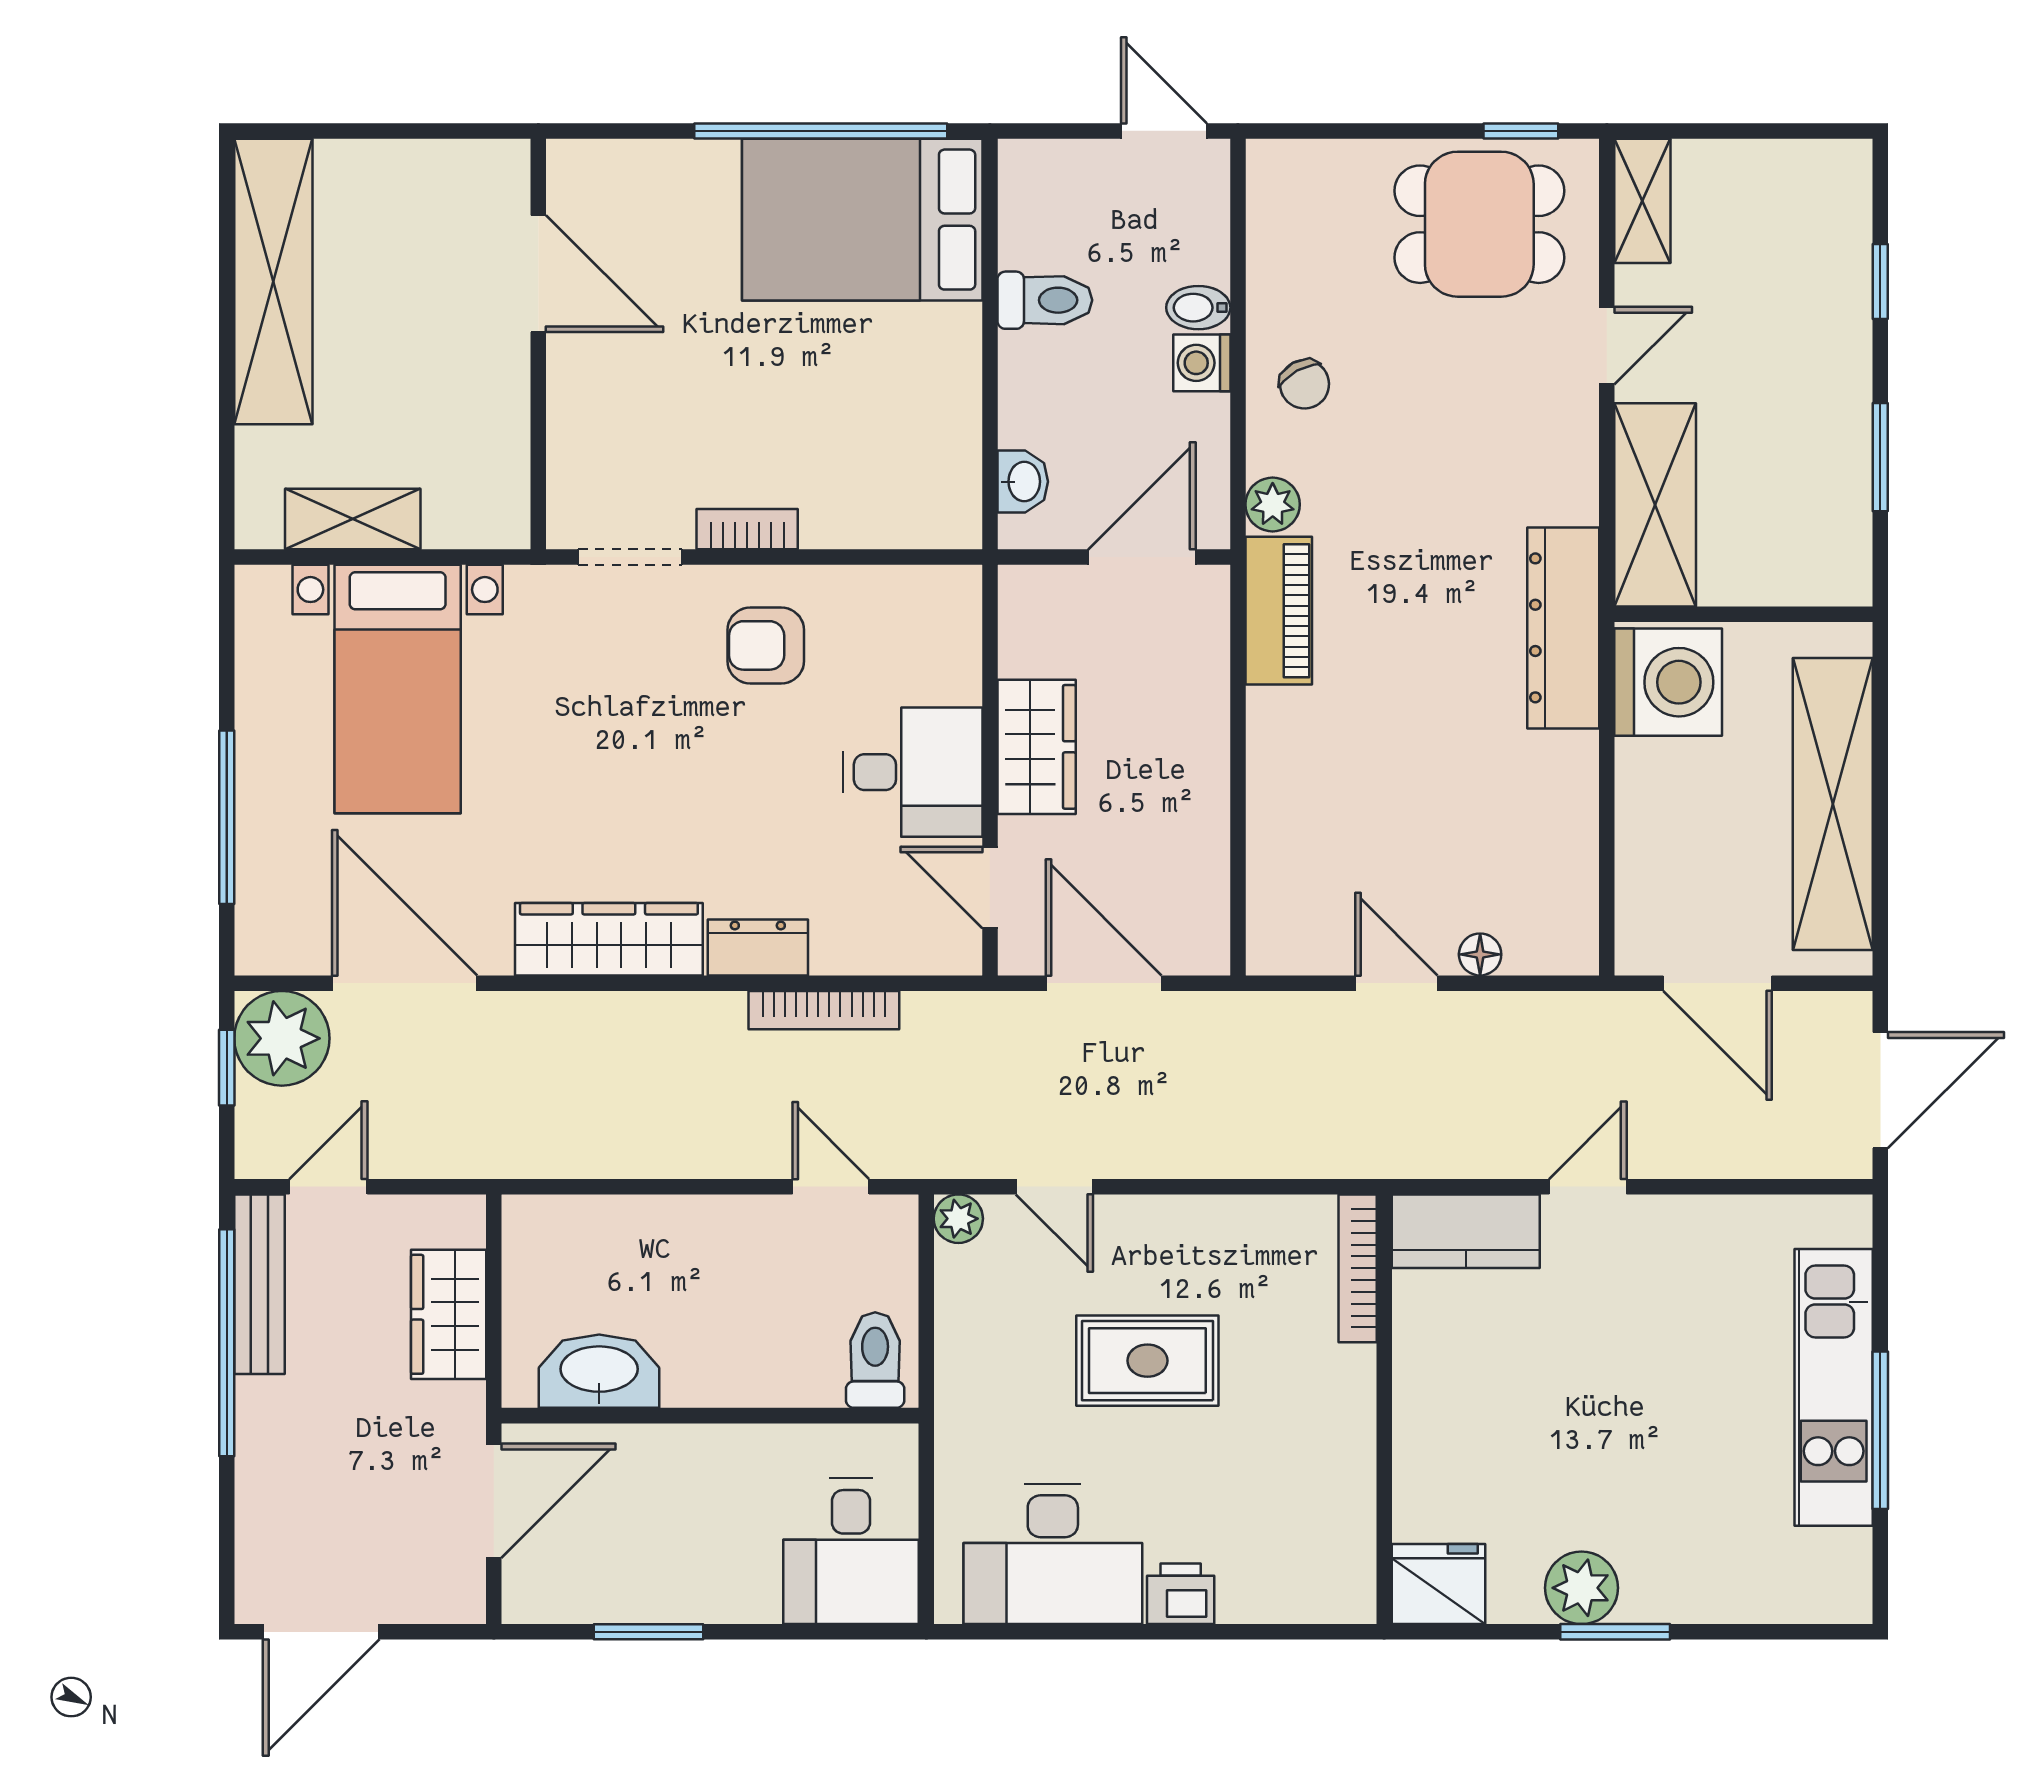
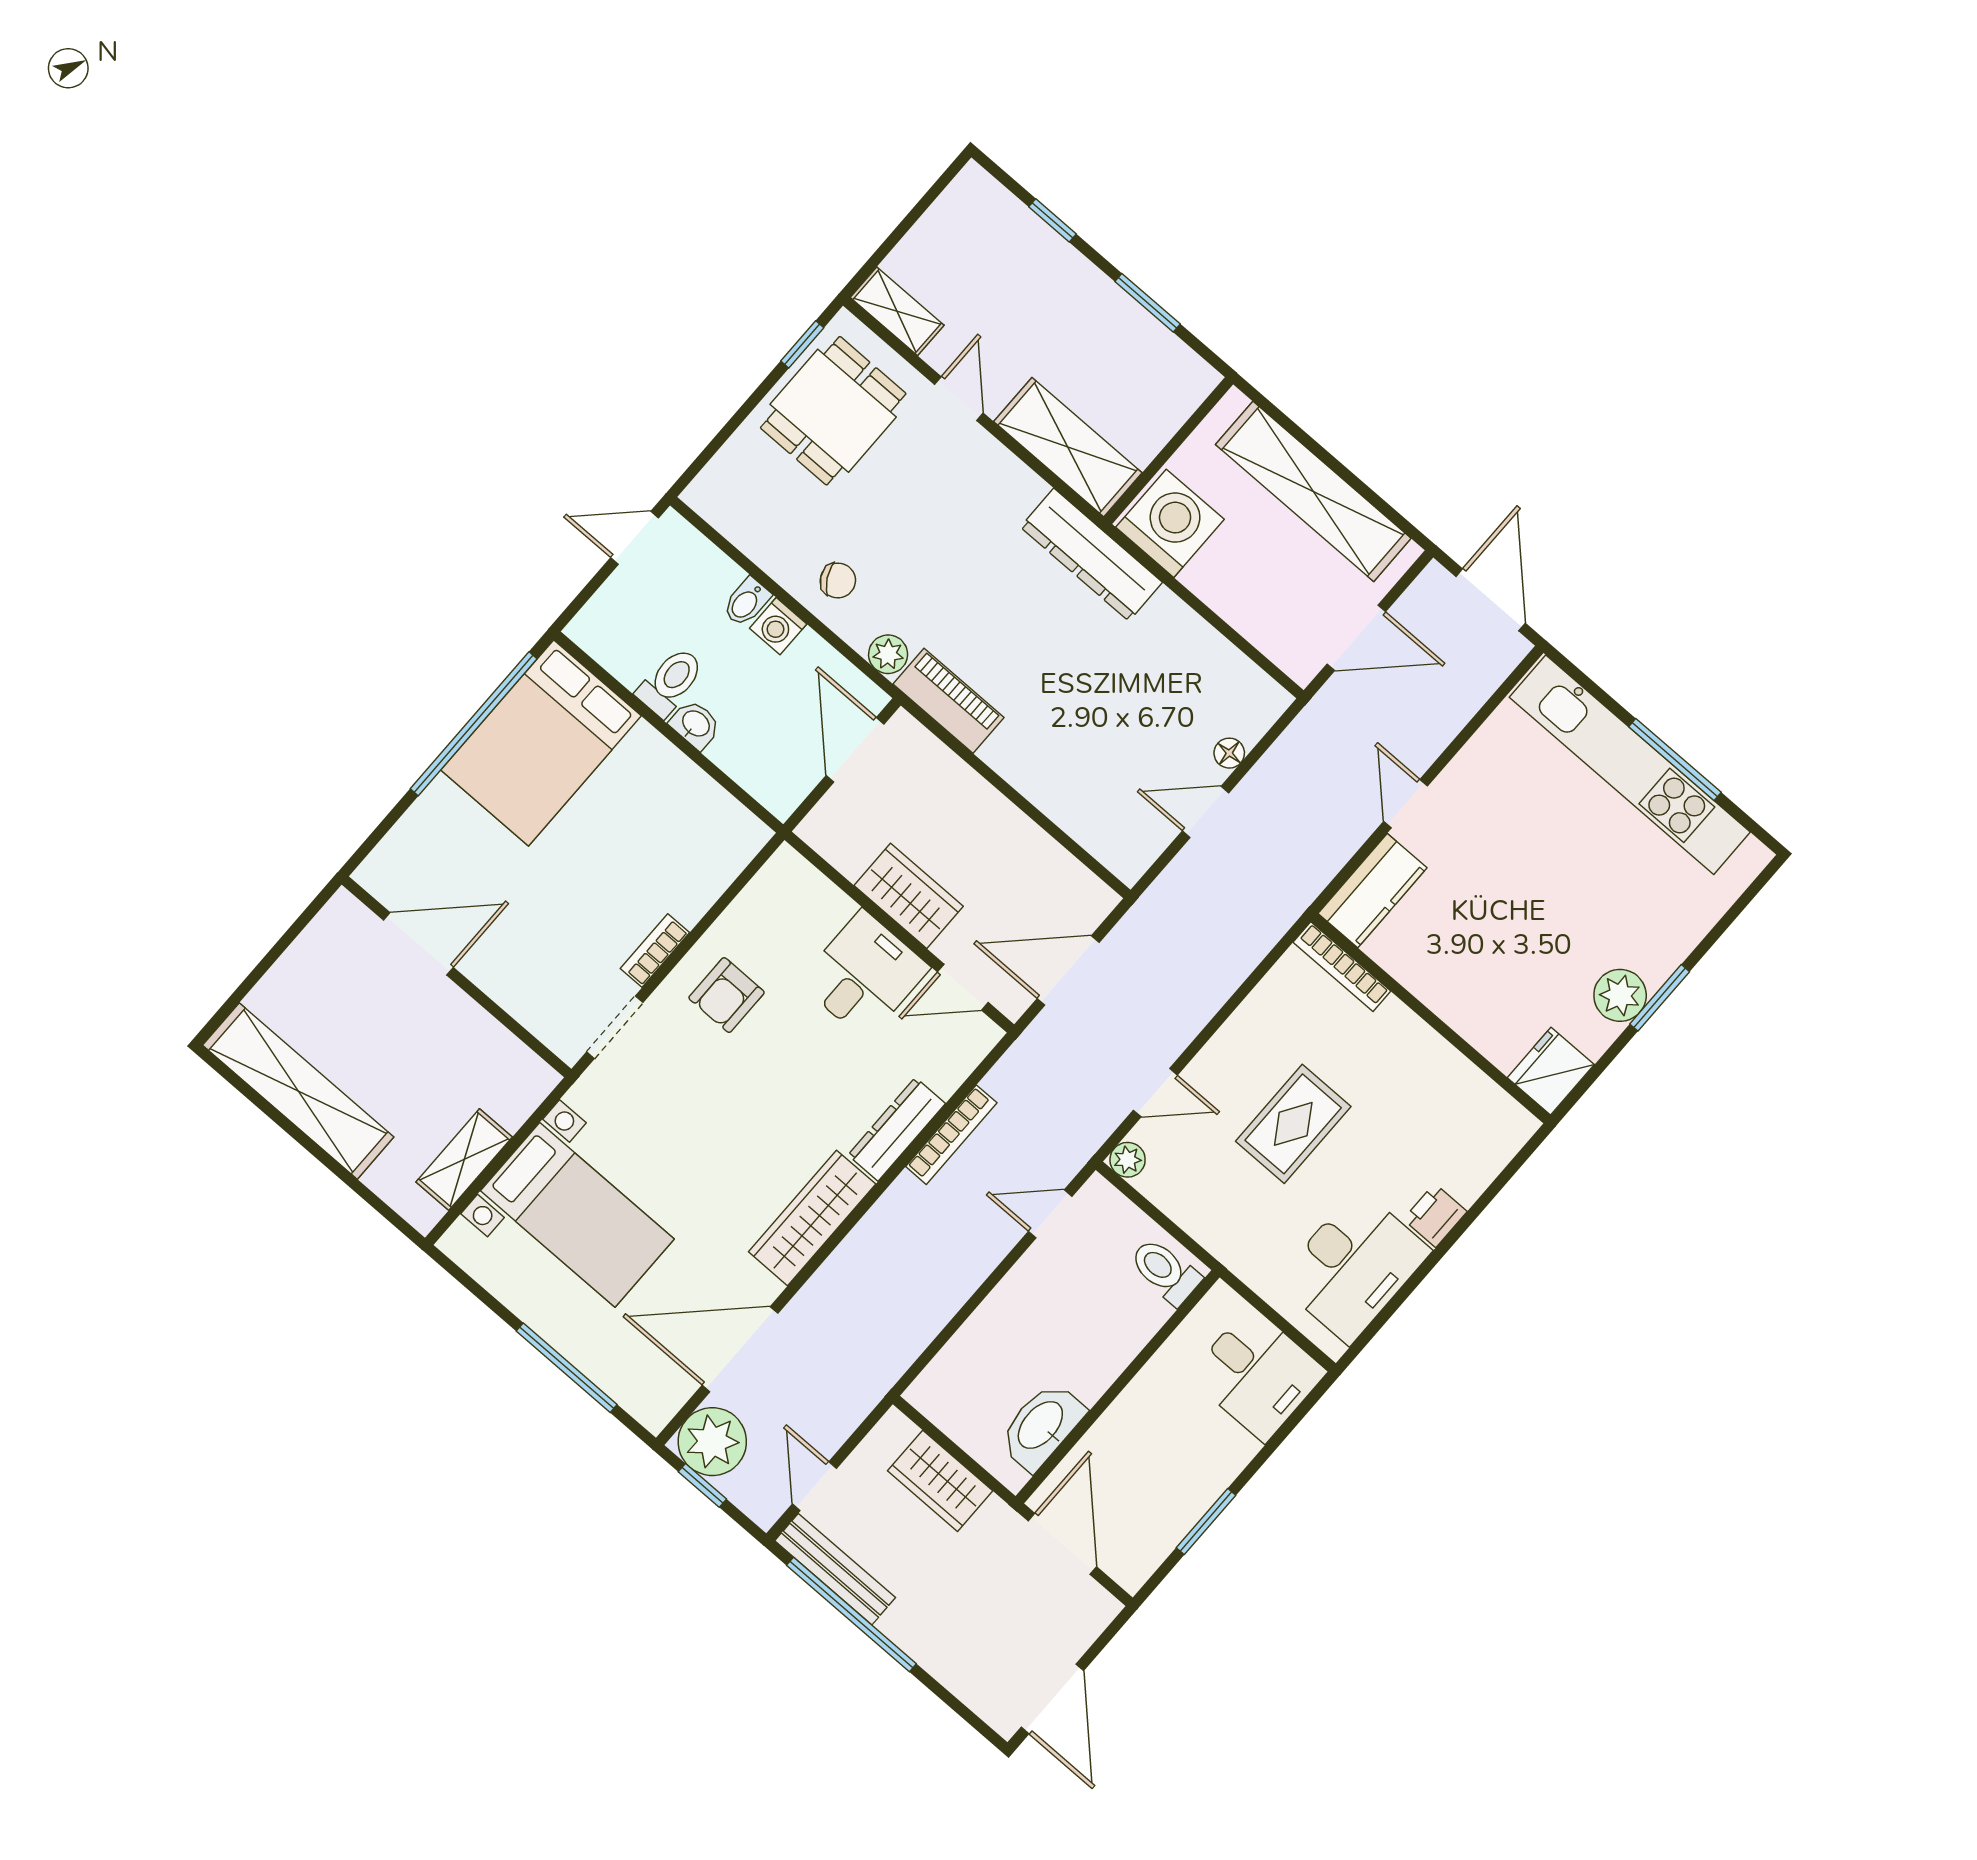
washbasin: (1023, 482) -> (695, 724), moved
dresser: (758, 947) -> (897, 1129), width x1.44
kitchen unit: (1834, 1387) -> (1630, 765), width x1.36

